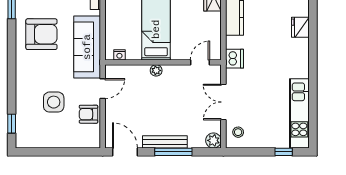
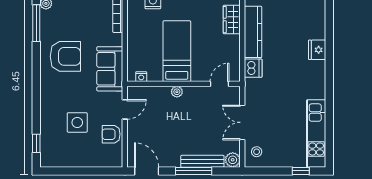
sofa: (87, 47) -> (110, 69), width x0.73
dishwasher: (235, 59) -> (253, 68), moved
bench: (165, 142) -> (202, 161), moved

